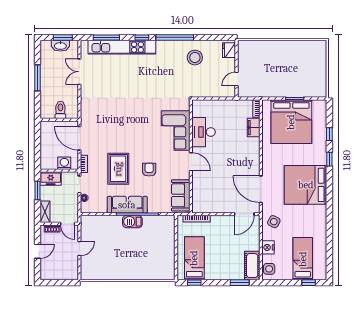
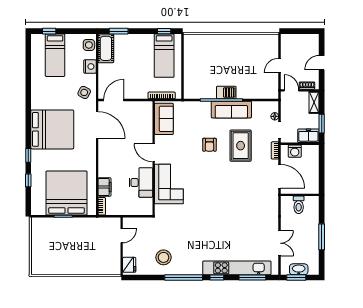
corner sofa: (176, 131) -> (169, 184), moved
desk: (204, 132) -> (141, 182), moved
wall: (191, 156) -> (154, 158), moved
door: (191, 162) -> (154, 153), moved
sofa: (181, 195) -> (164, 119), moved

